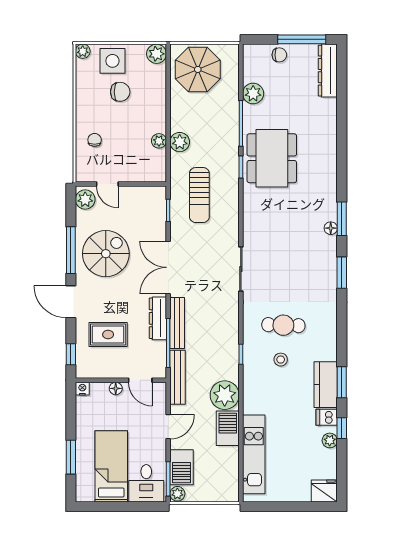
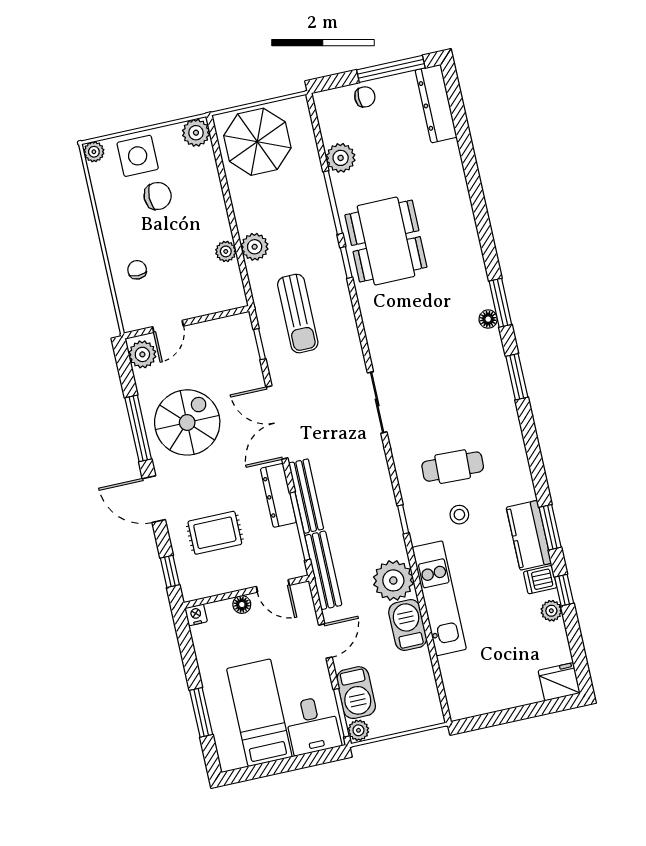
door: (107, 184) -> (168, 326), hinge flipped
kitchen unit: (254, 454) -> (439, 598), moved

